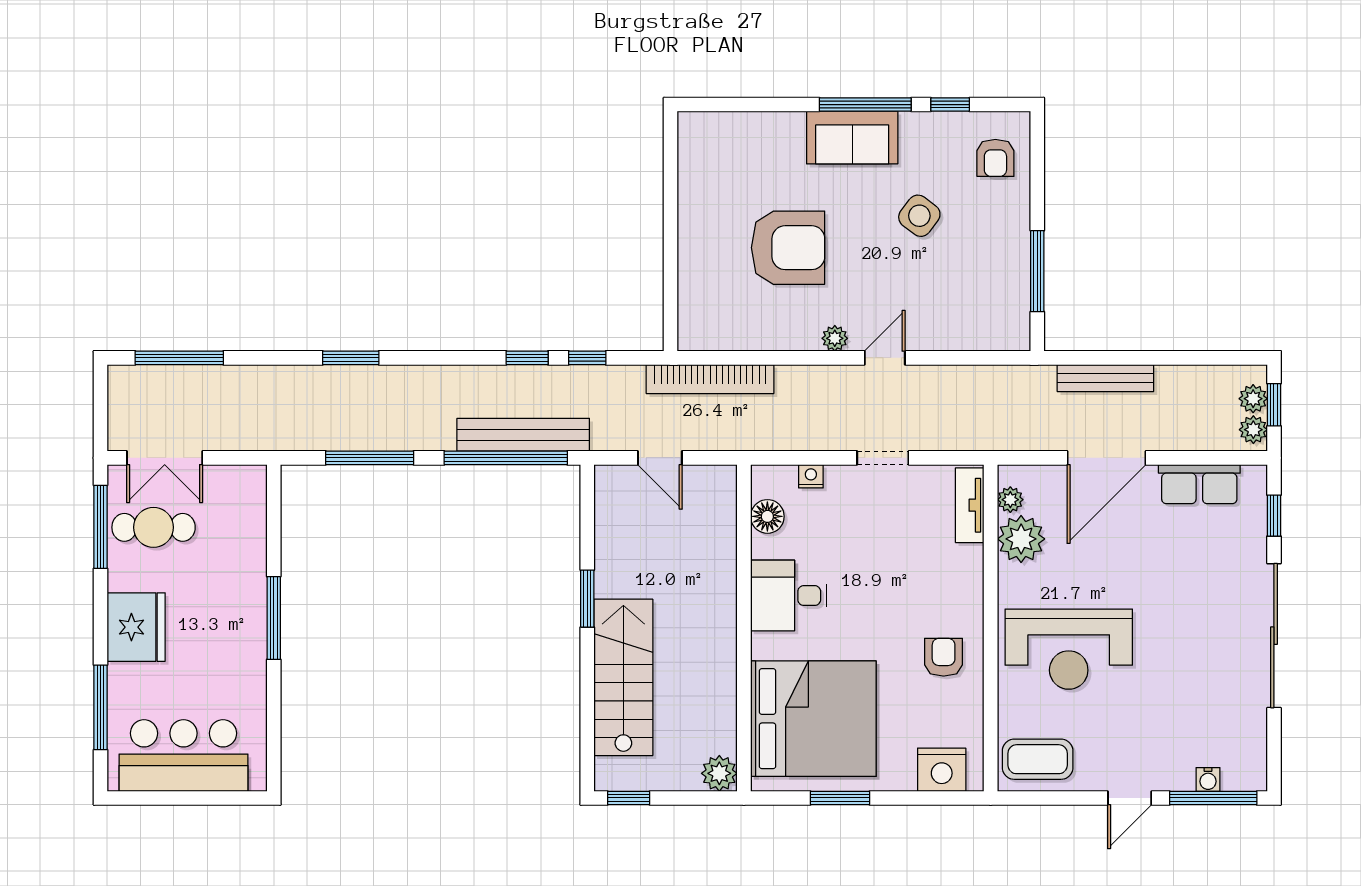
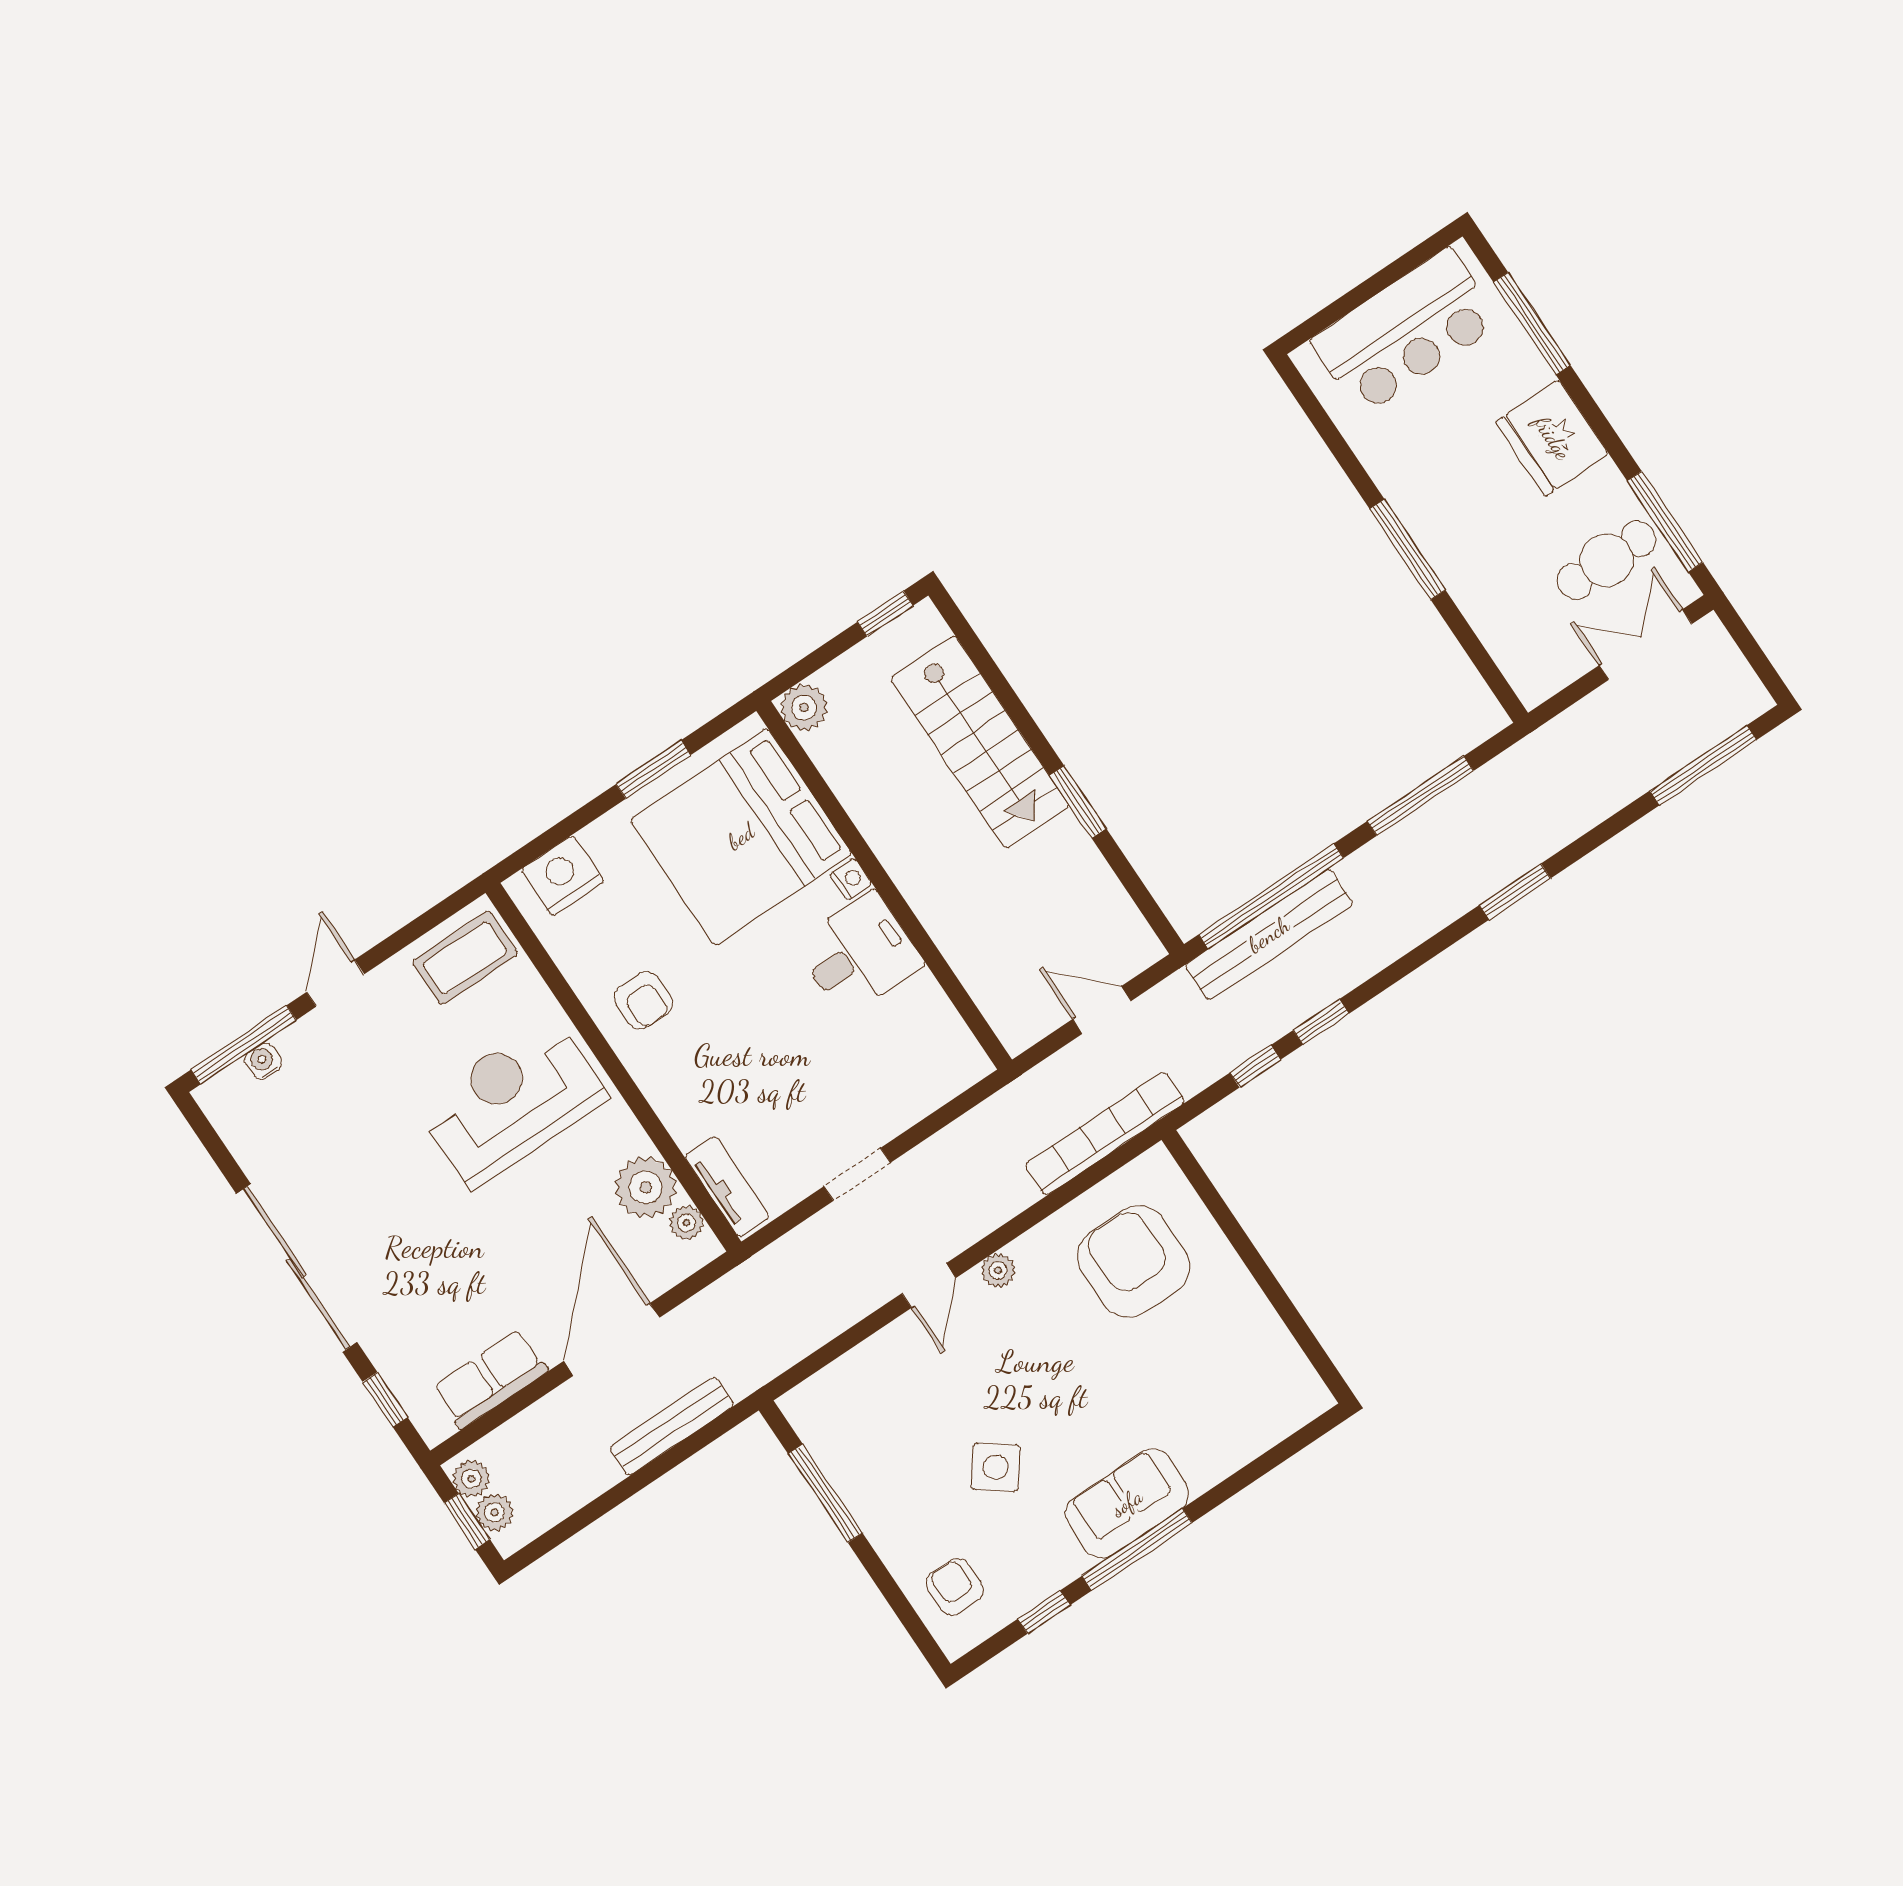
armchair: (788, 248) -> (1134, 1261), moved, turned 90
nightstand: (811, 476) -> (851, 879), moved, turned -90
floor lamp: (767, 516) -> (941, 1025), removed

